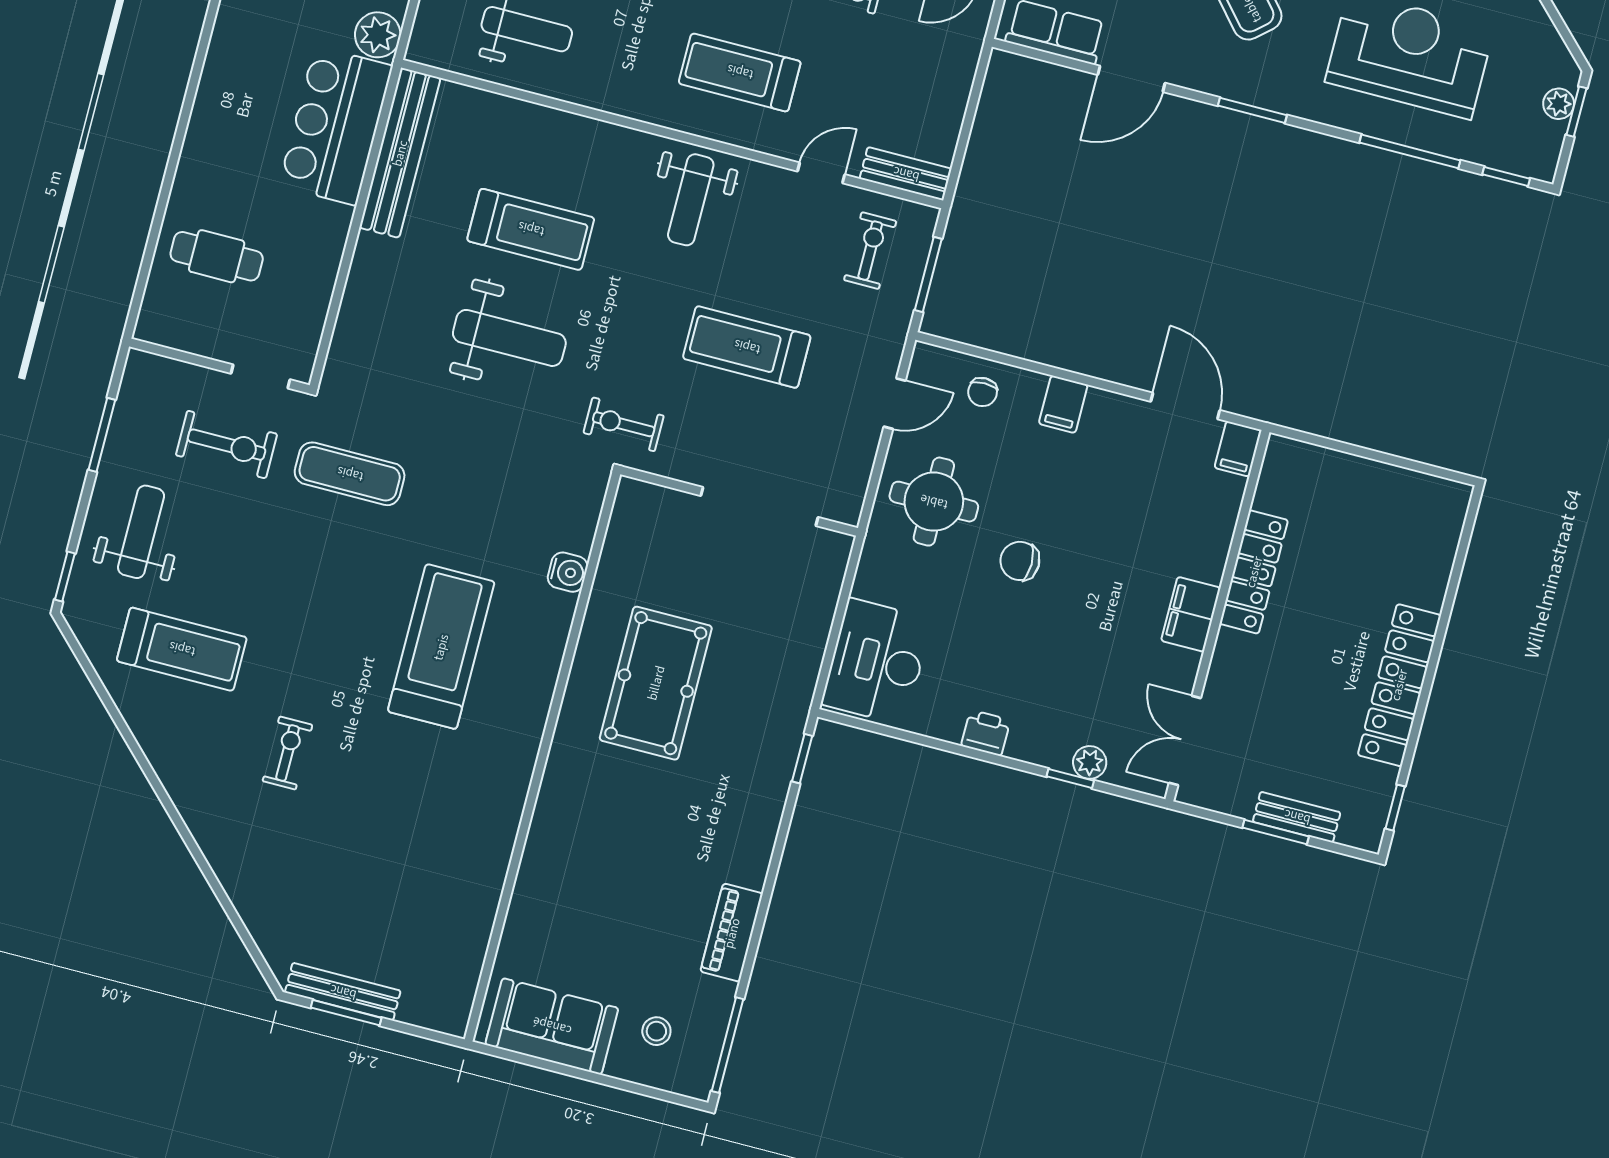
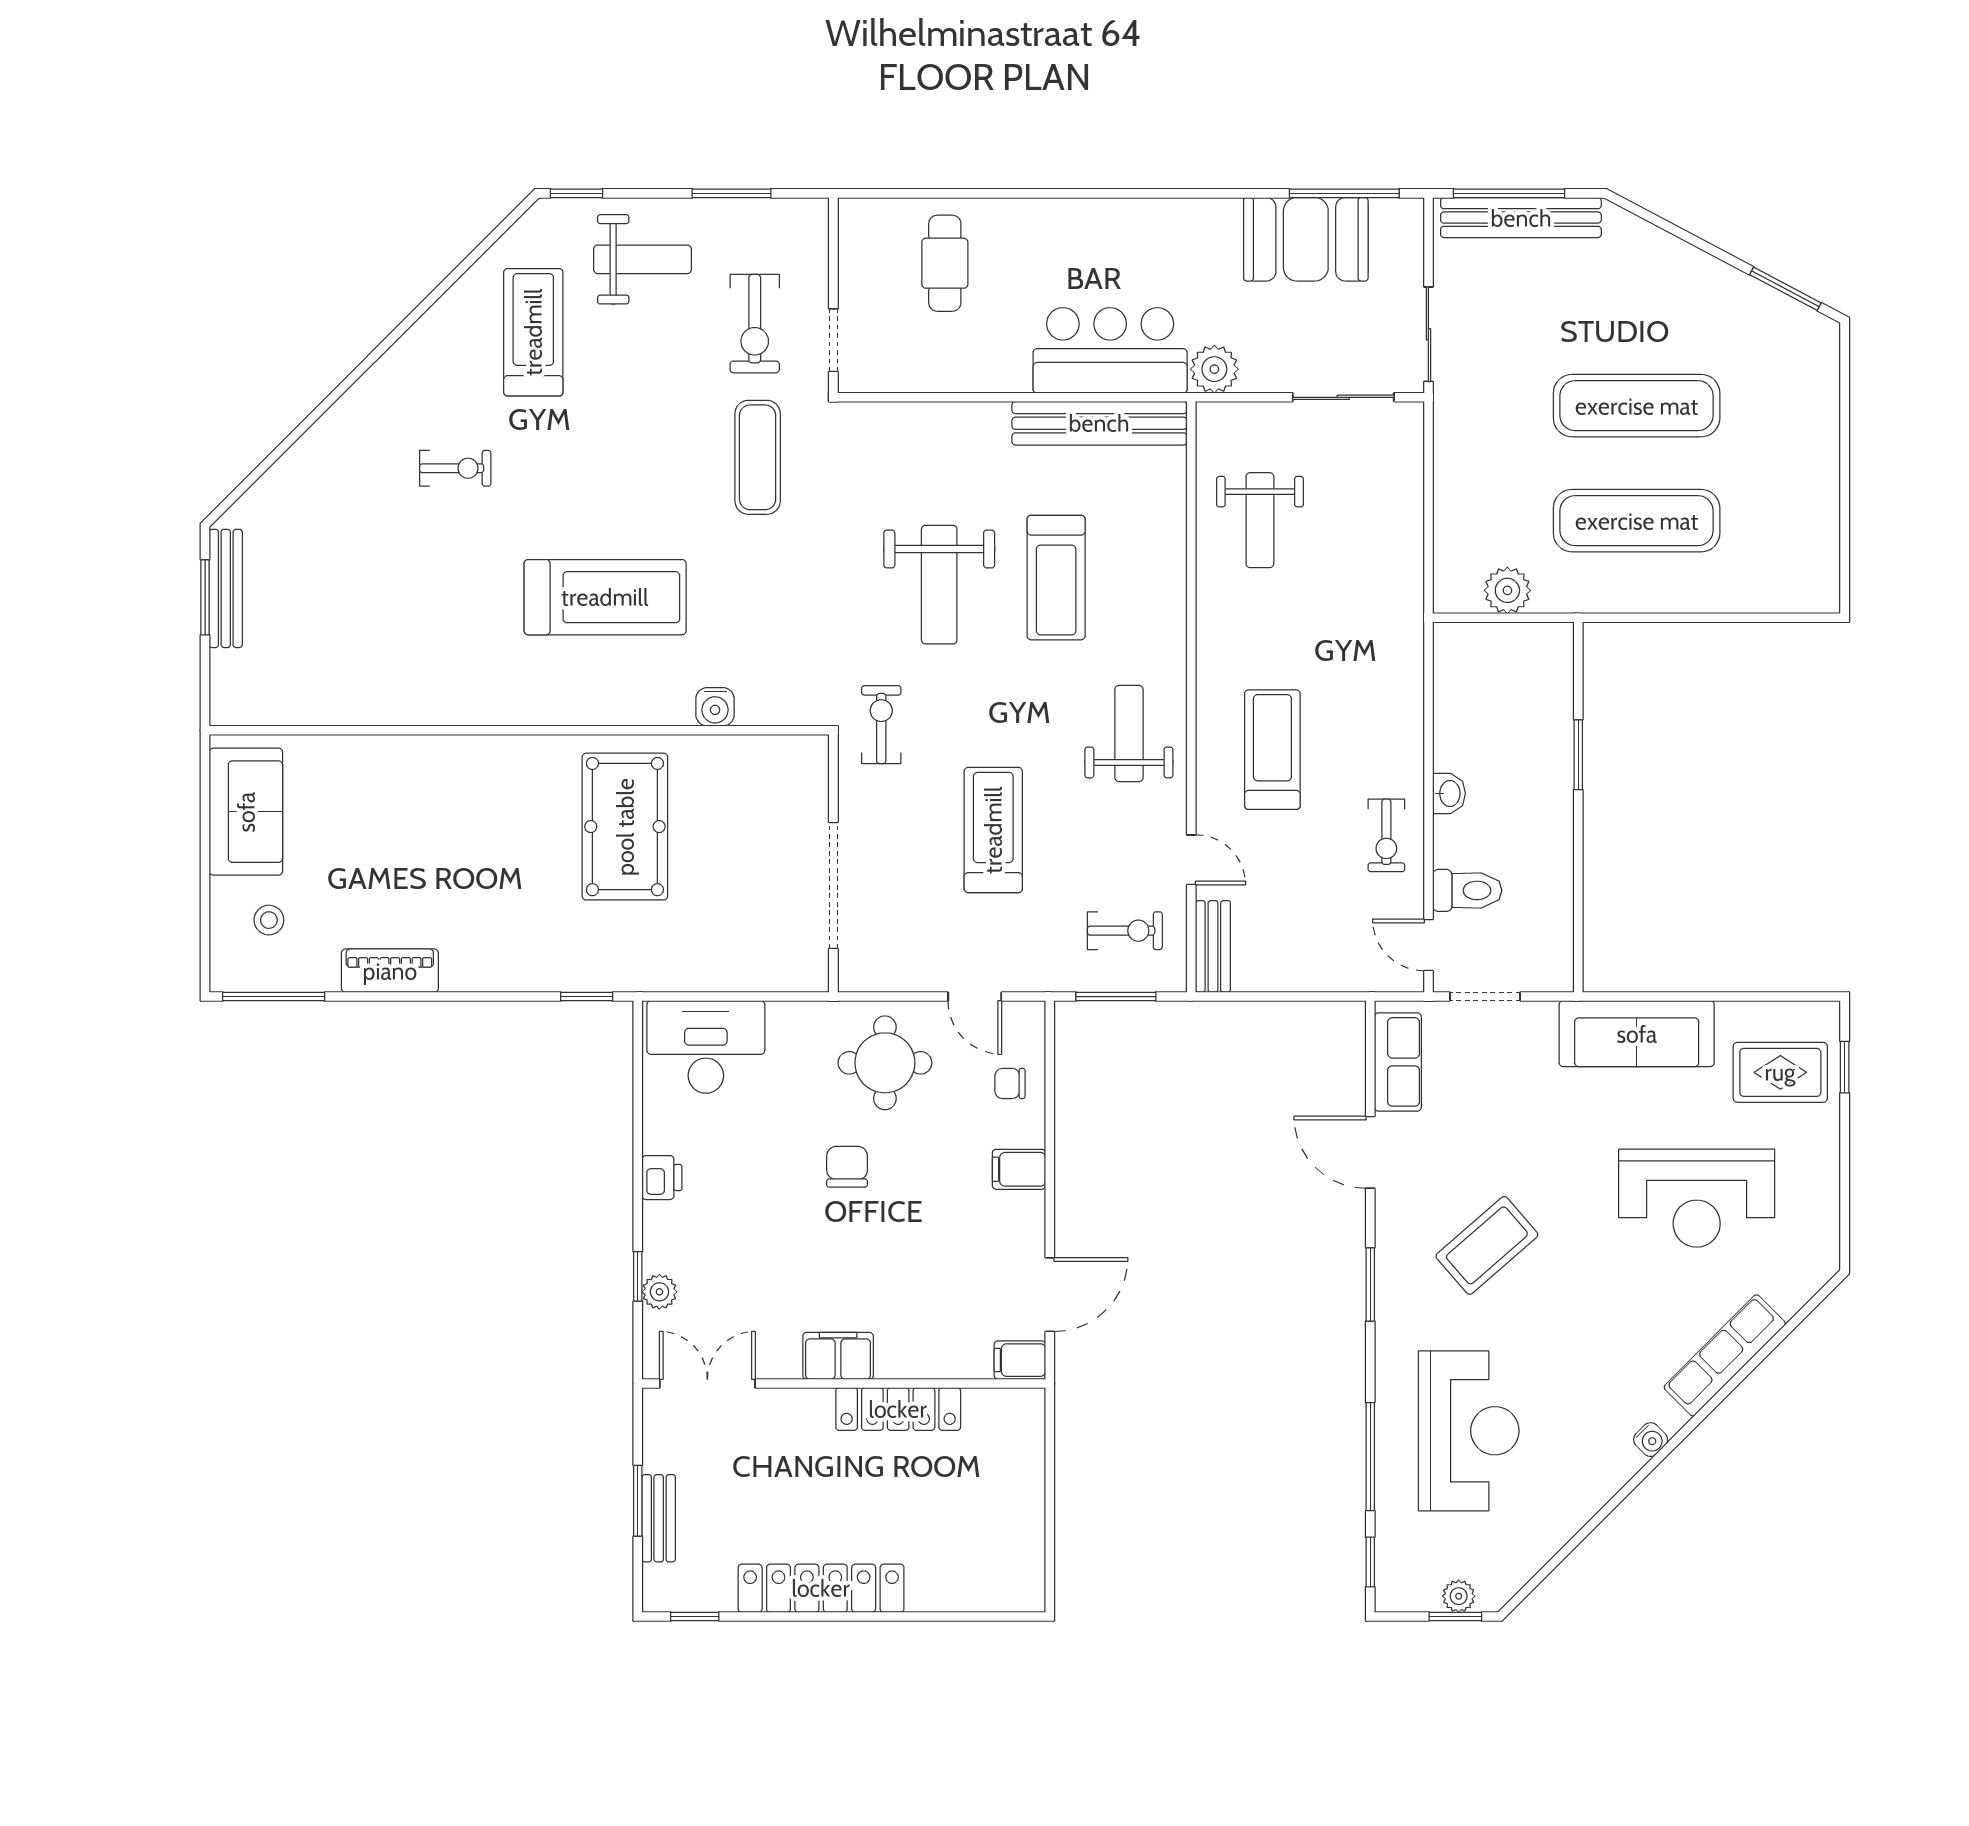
weight bench: (691, 200) -> (1129, 734), turned 90
treadmill: (182, 649) -> (533, 332), turned 180
pool table: (656, 683) -> (625, 827), turned 90

